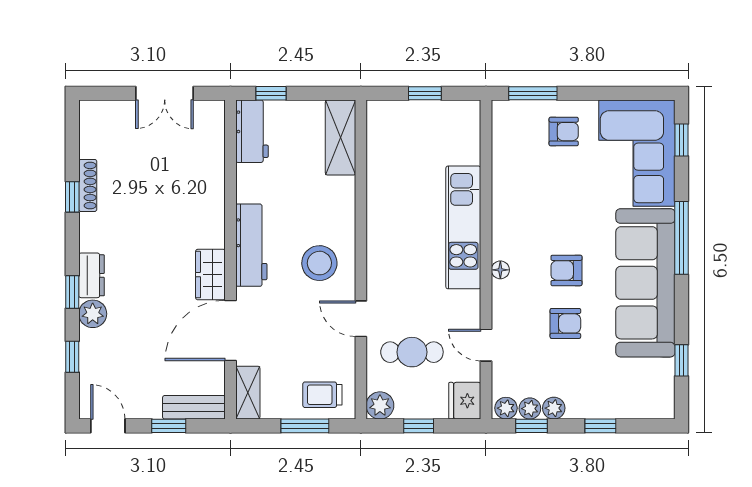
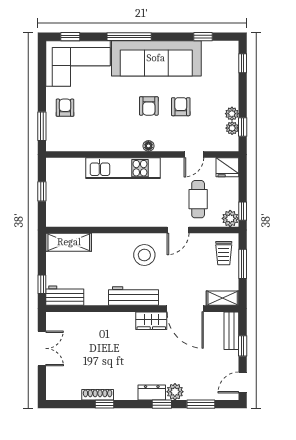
window: (72, 357) -> (201, 404), width x1.50
plant: (506, 408) -> (232, 142), removed
window: (419, 426) -> (243, 211), moved
window: (600, 426) -> (243, 63), moved

